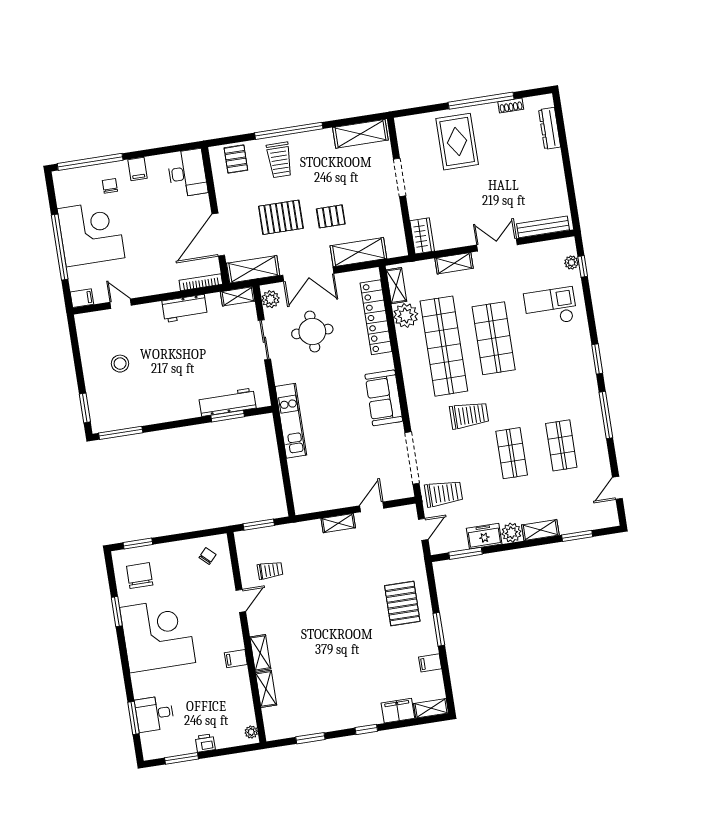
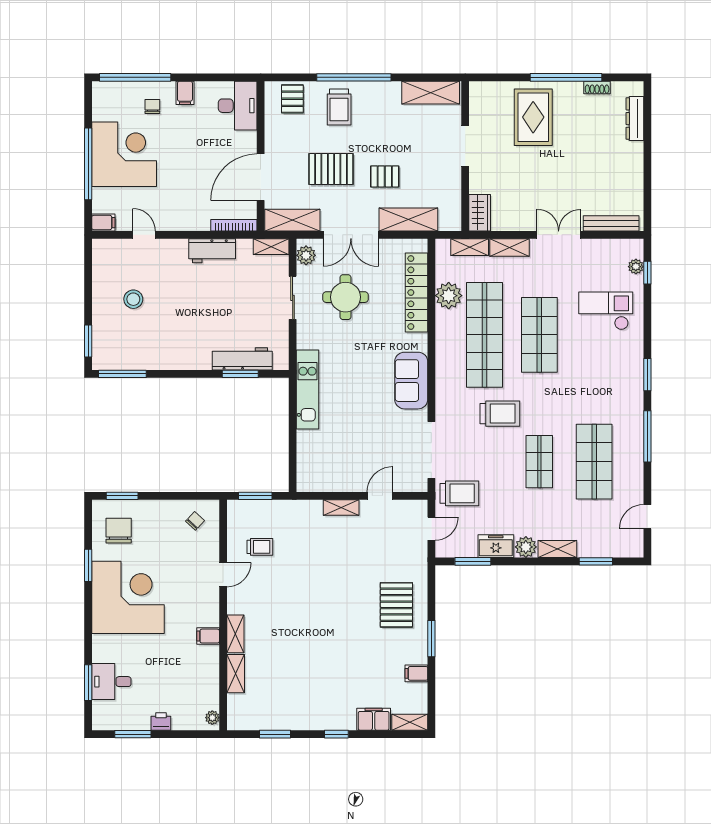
shelving: (396, 286) -> (470, 247), moved, turned 90
shop shelf: (561, 445) -> (594, 462), width x1.43, depth x1.36

